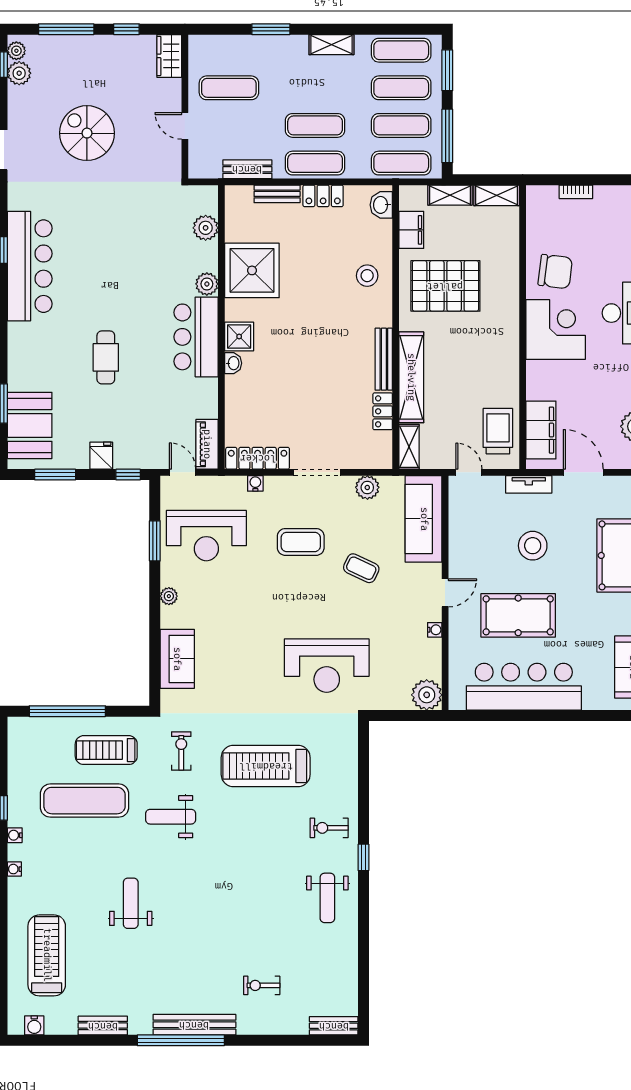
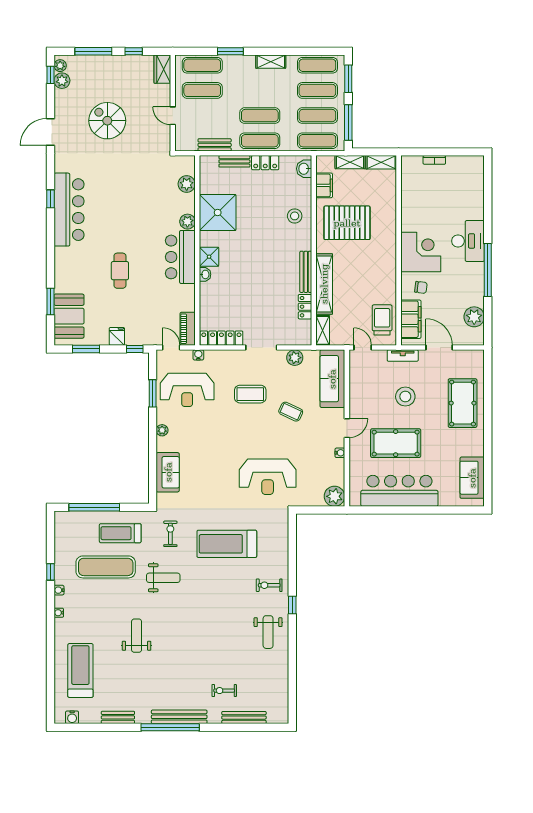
exercise mat: (229, 50) -> (202, 65), added
chair: (555, 271) -> (421, 287), moved, width x0.54, depth x0.54
water cooler: (255, 483) -> (198, 355), moved
weight bench: (171, 817) -> (163, 578), turned 180
bench: (334, 1026) -> (244, 718), moved, width x1.36

